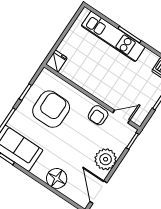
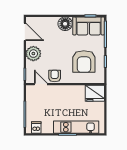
fridge: (56, 61) -> (95, 93), width x1.88, depth x1.34
door: (121, 116) -> (41, 84), swing flipped
floor lamp: (57, 178) -> (65, 24), moved

